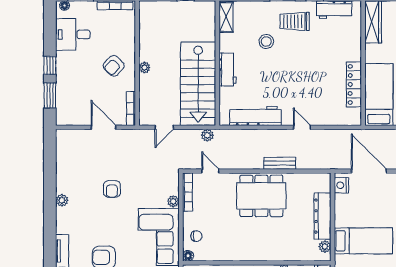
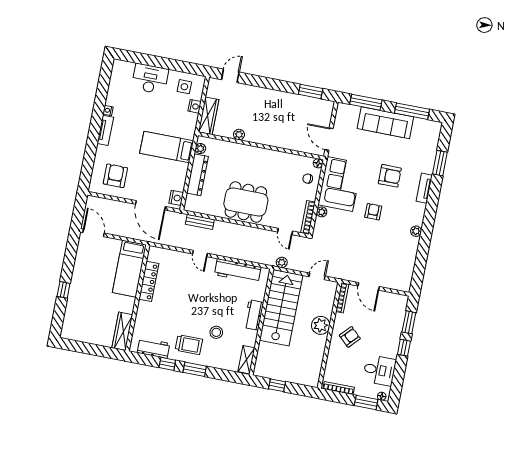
plant: (144, 68) -> (321, 325), width x1.88, depth x1.88
bench: (280, 163) -> (200, 222), moved
armchair: (112, 189) -> (373, 212), moved

